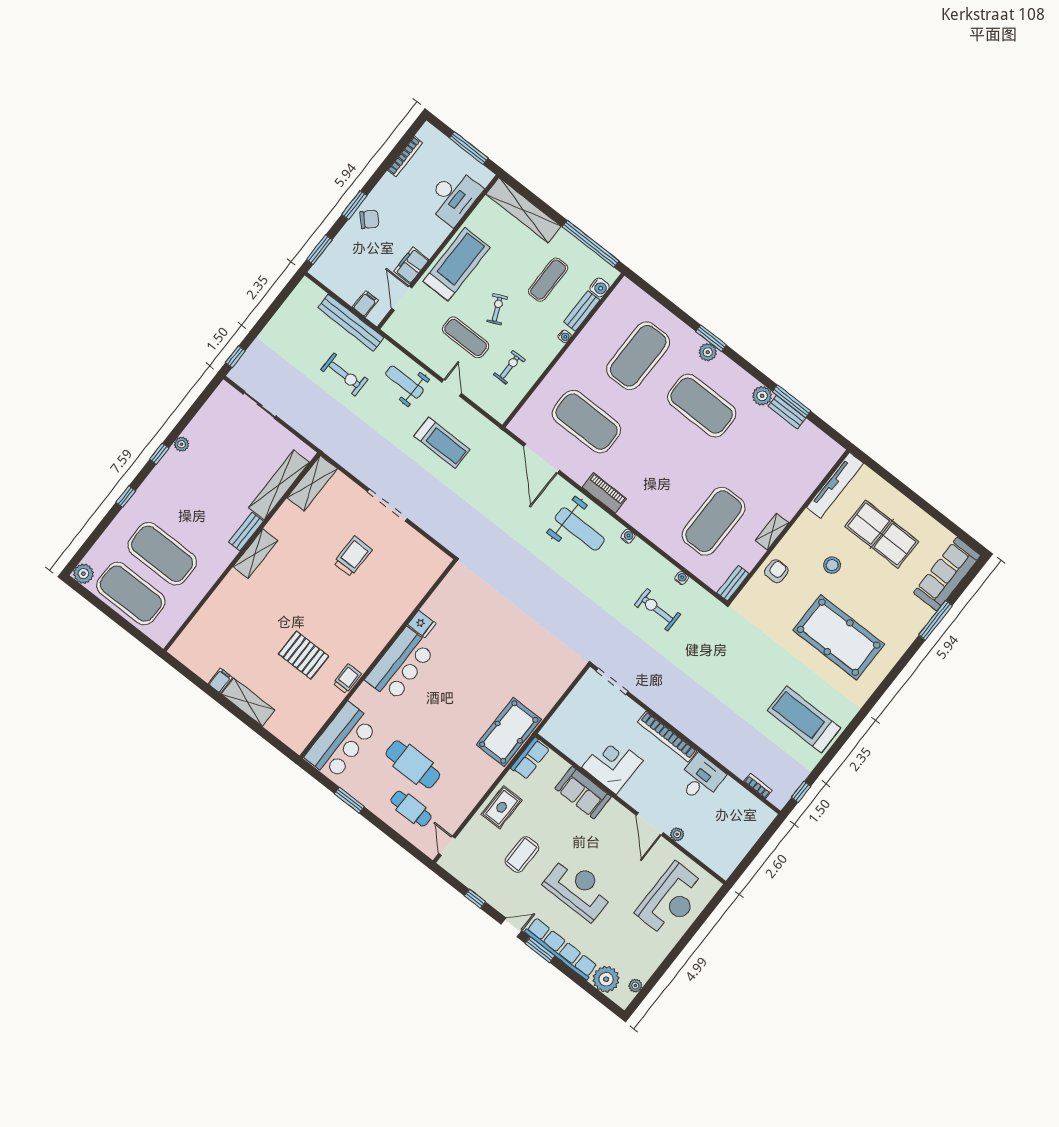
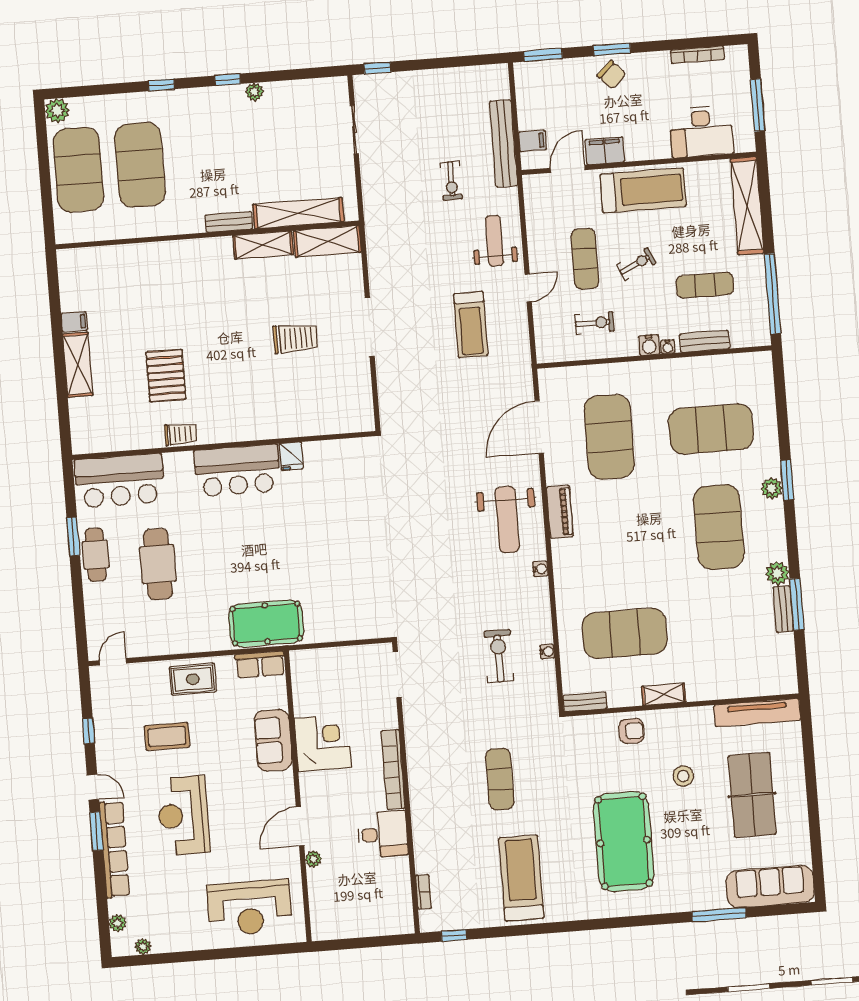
water cooler: (600, 287) -> (649, 345), moved
exercise bike: (344, 375) -> (451, 181), width x0.73, depth x0.72
shelving: (255, 554) -> (263, 245), moved
exercise mat: (732, 677) -> (500, 779), added
cafe table: (411, 809) -> (96, 555), moved
reception desk: (579, 889) -> (183, 815), turned 180
plant: (606, 979) -> (118, 923), width x0.53, depth x0.53

